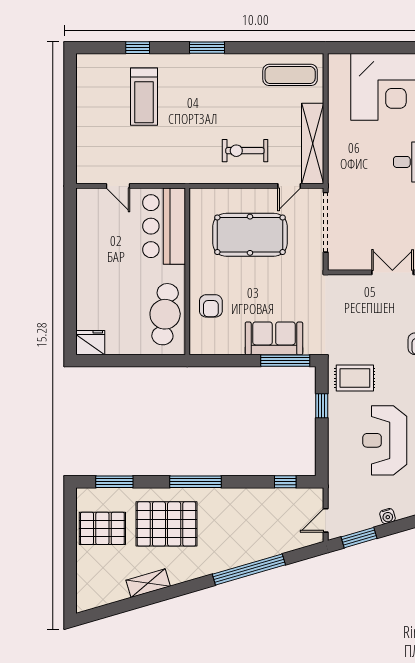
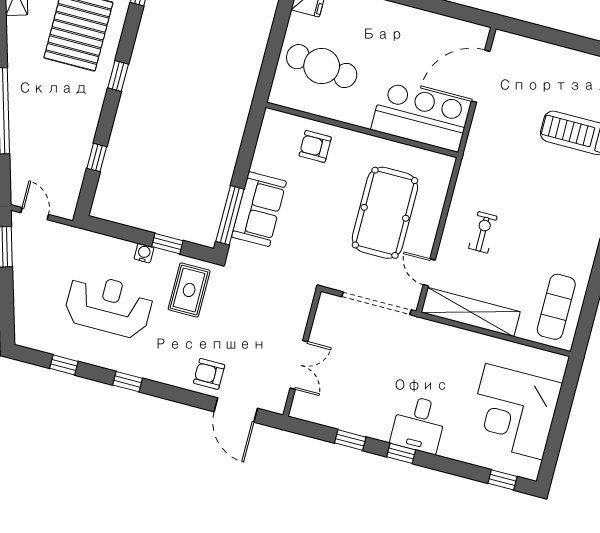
exercise bike: (245, 151) -> (483, 232), width x0.73, depth x0.72
door: (118, 186) -> (481, 76), width x1.87
cafe table: (165, 314) -> (322, 66), moved
window: (195, 482) -> (118, 76), width x0.46
window: (285, 482) -> (97, 157), moved
water cooler: (387, 516) -> (144, 253), moved, turned 106

